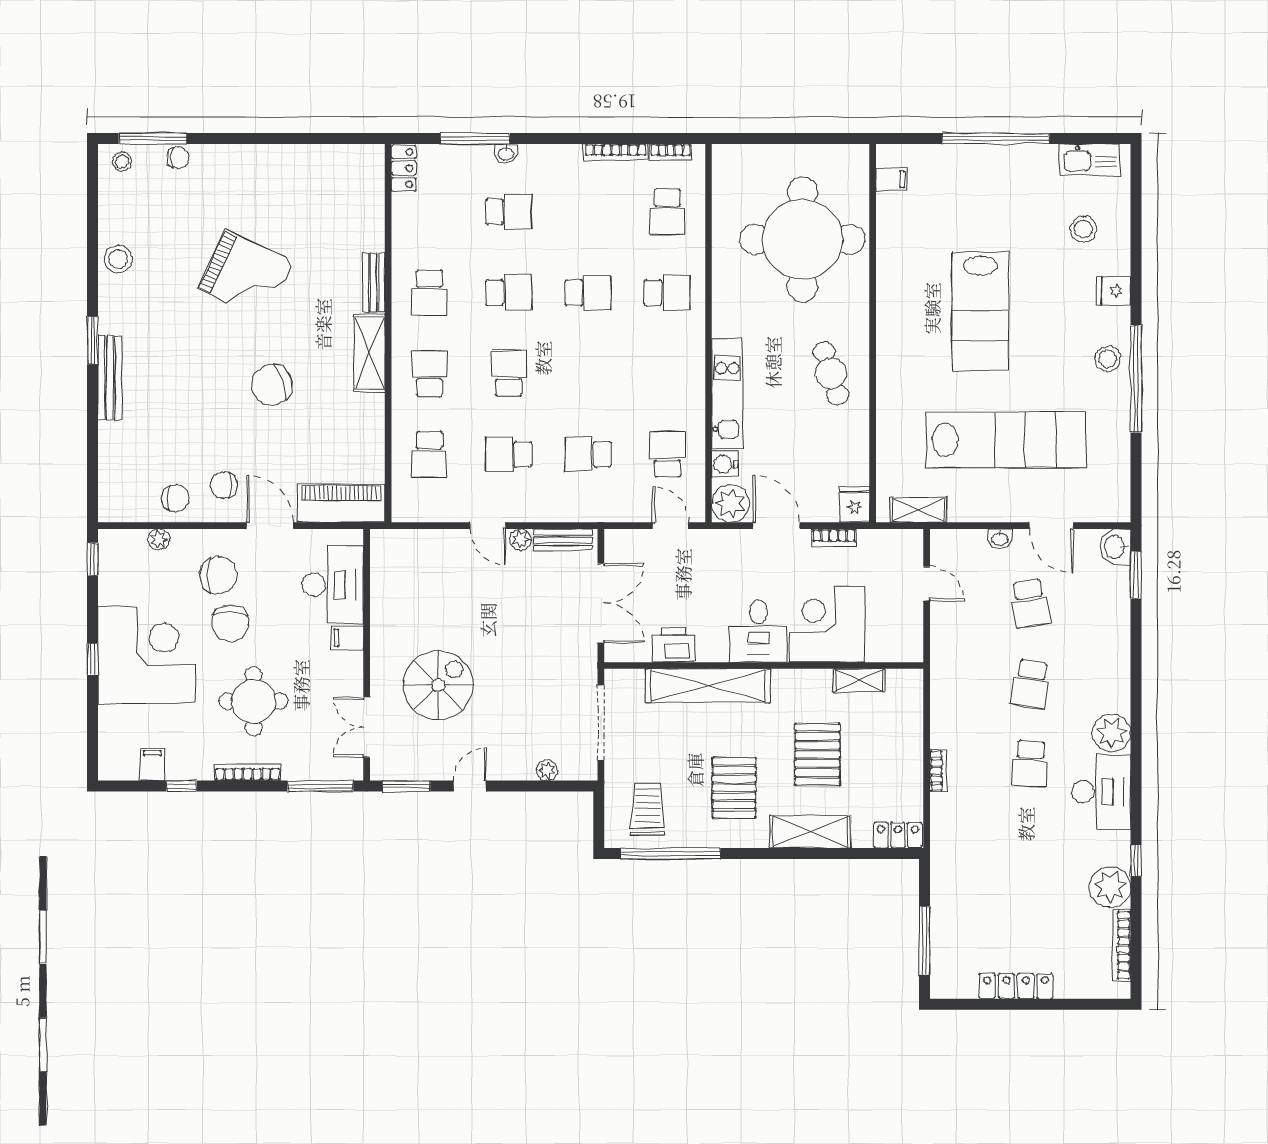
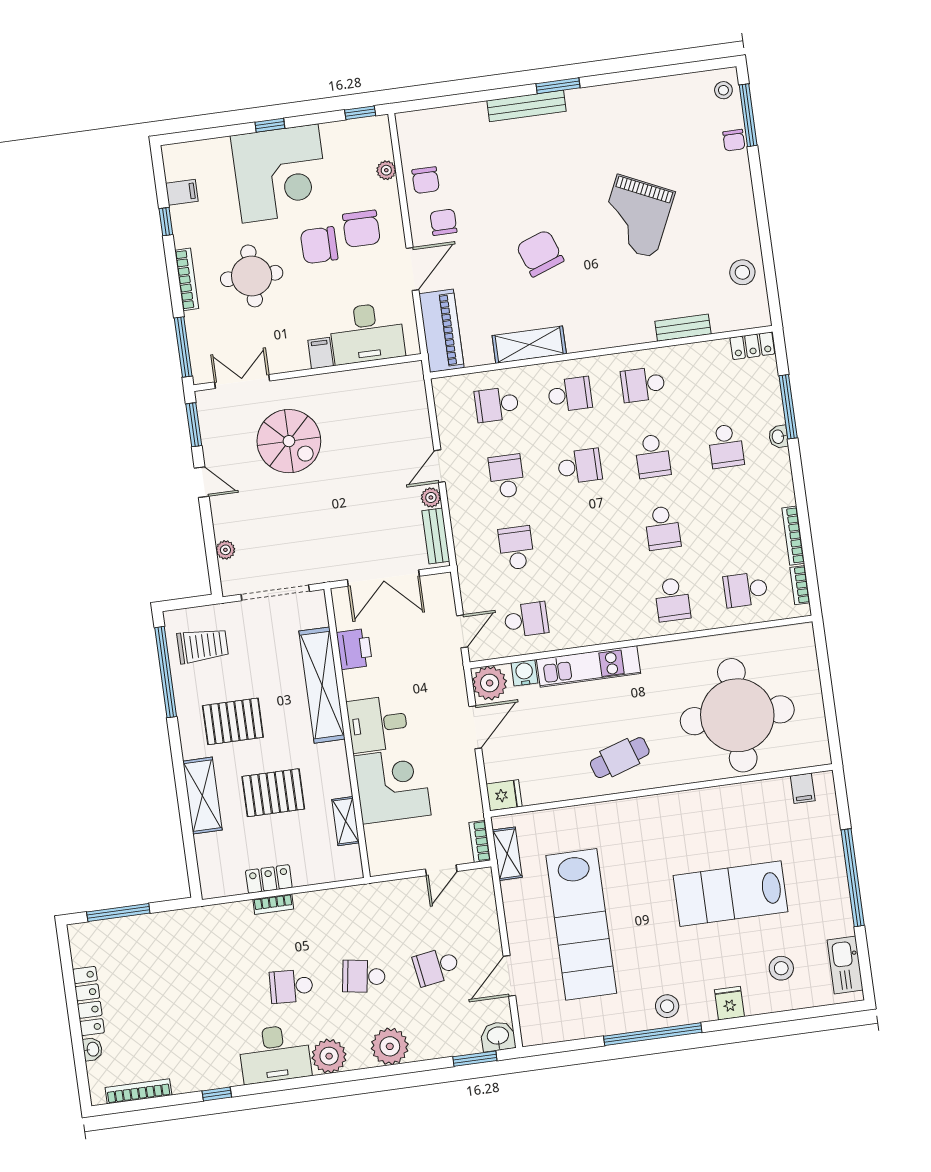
stool: (118, 259) -> (742, 272), moved
bench: (374, 282) -> (683, 328), moved
lab bench: (980, 311) -> (730, 894), moved
shelving: (369, 353) -> (529, 345), moved
bookcase: (834, 538) -> (480, 841), moved
washbasin: (1000, 539) -> (92, 1049), moved, turned 180
locker: (898, 835) -> (269, 879), moved, turned -90
plant: (1110, 887) -> (390, 1046), moved

